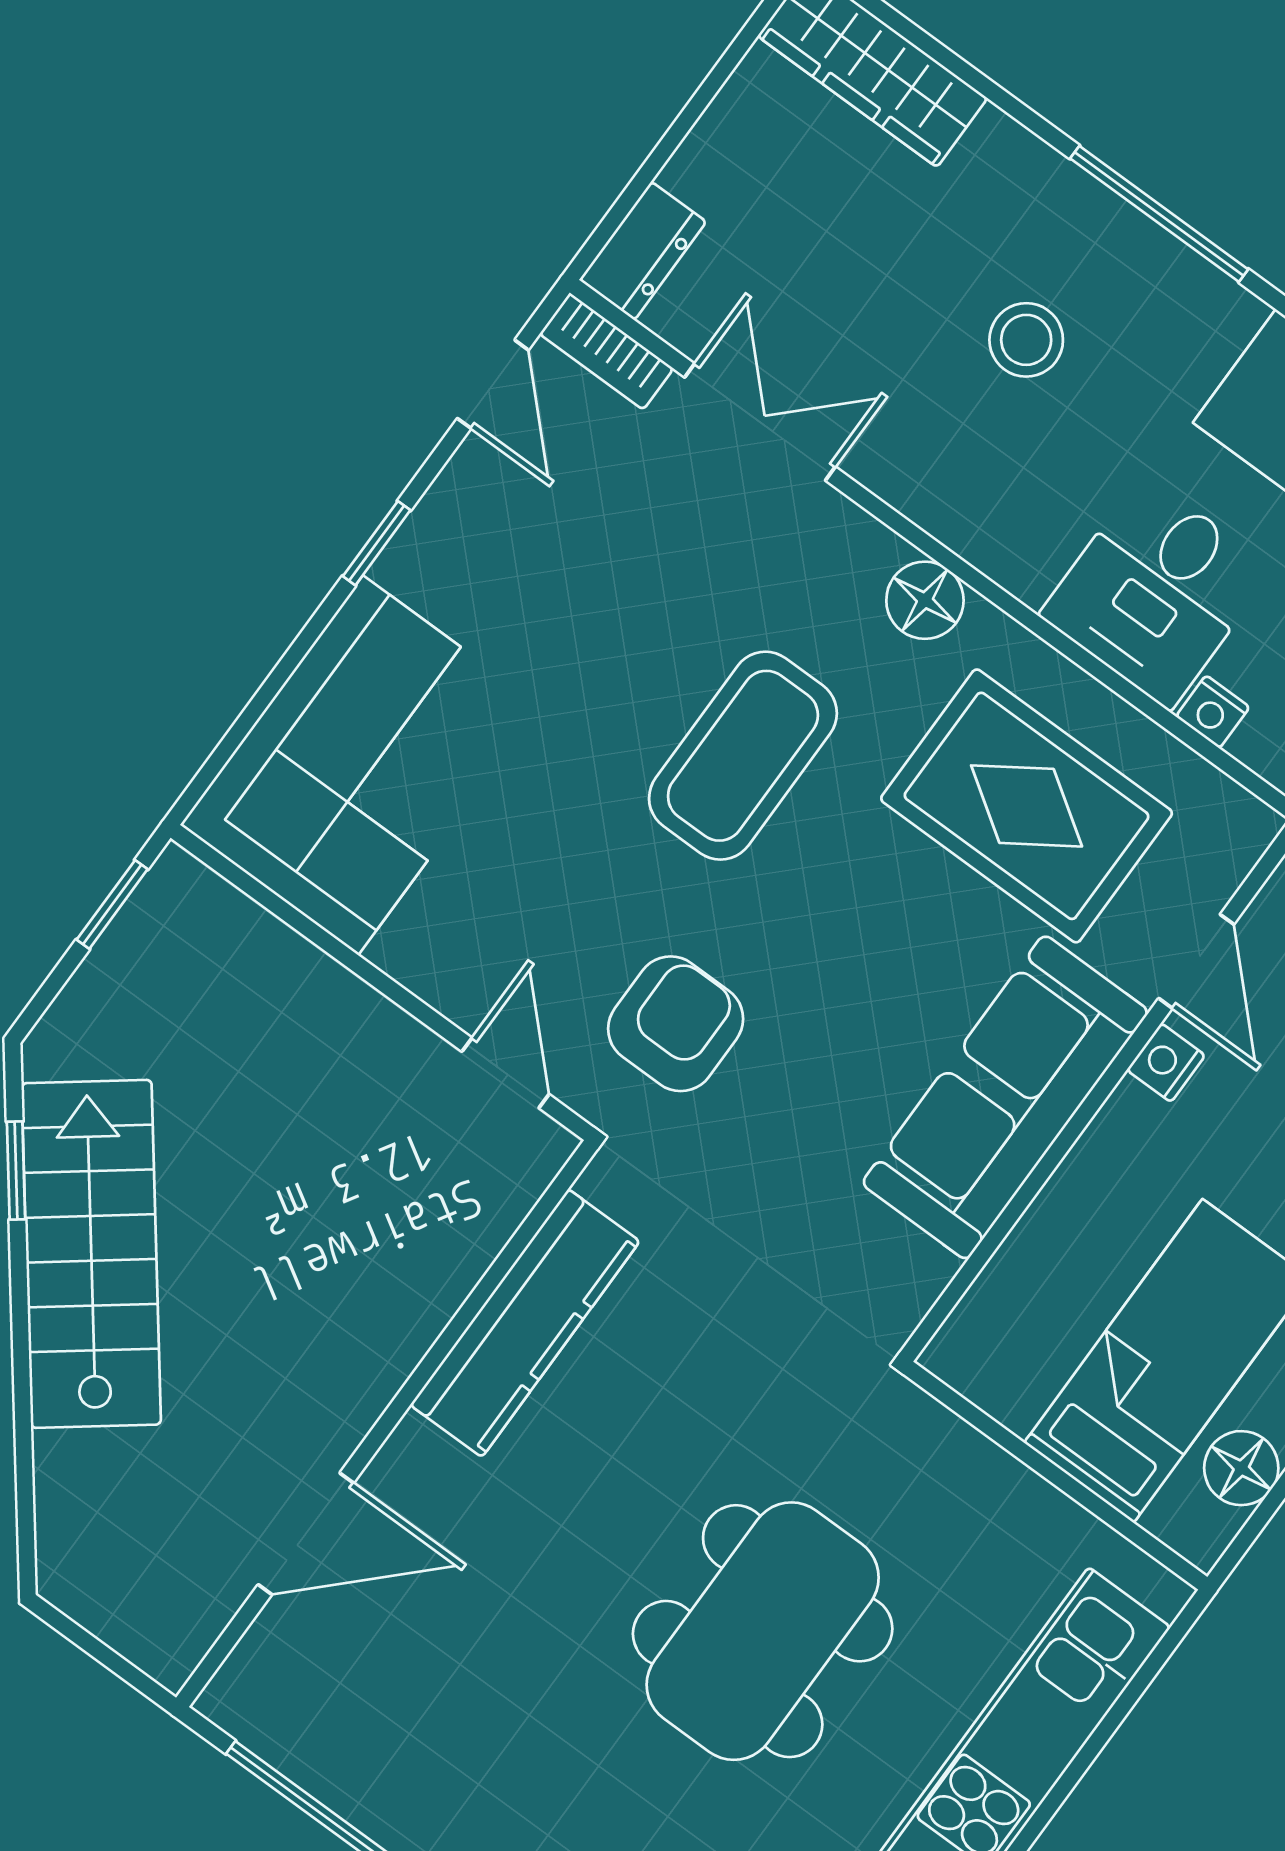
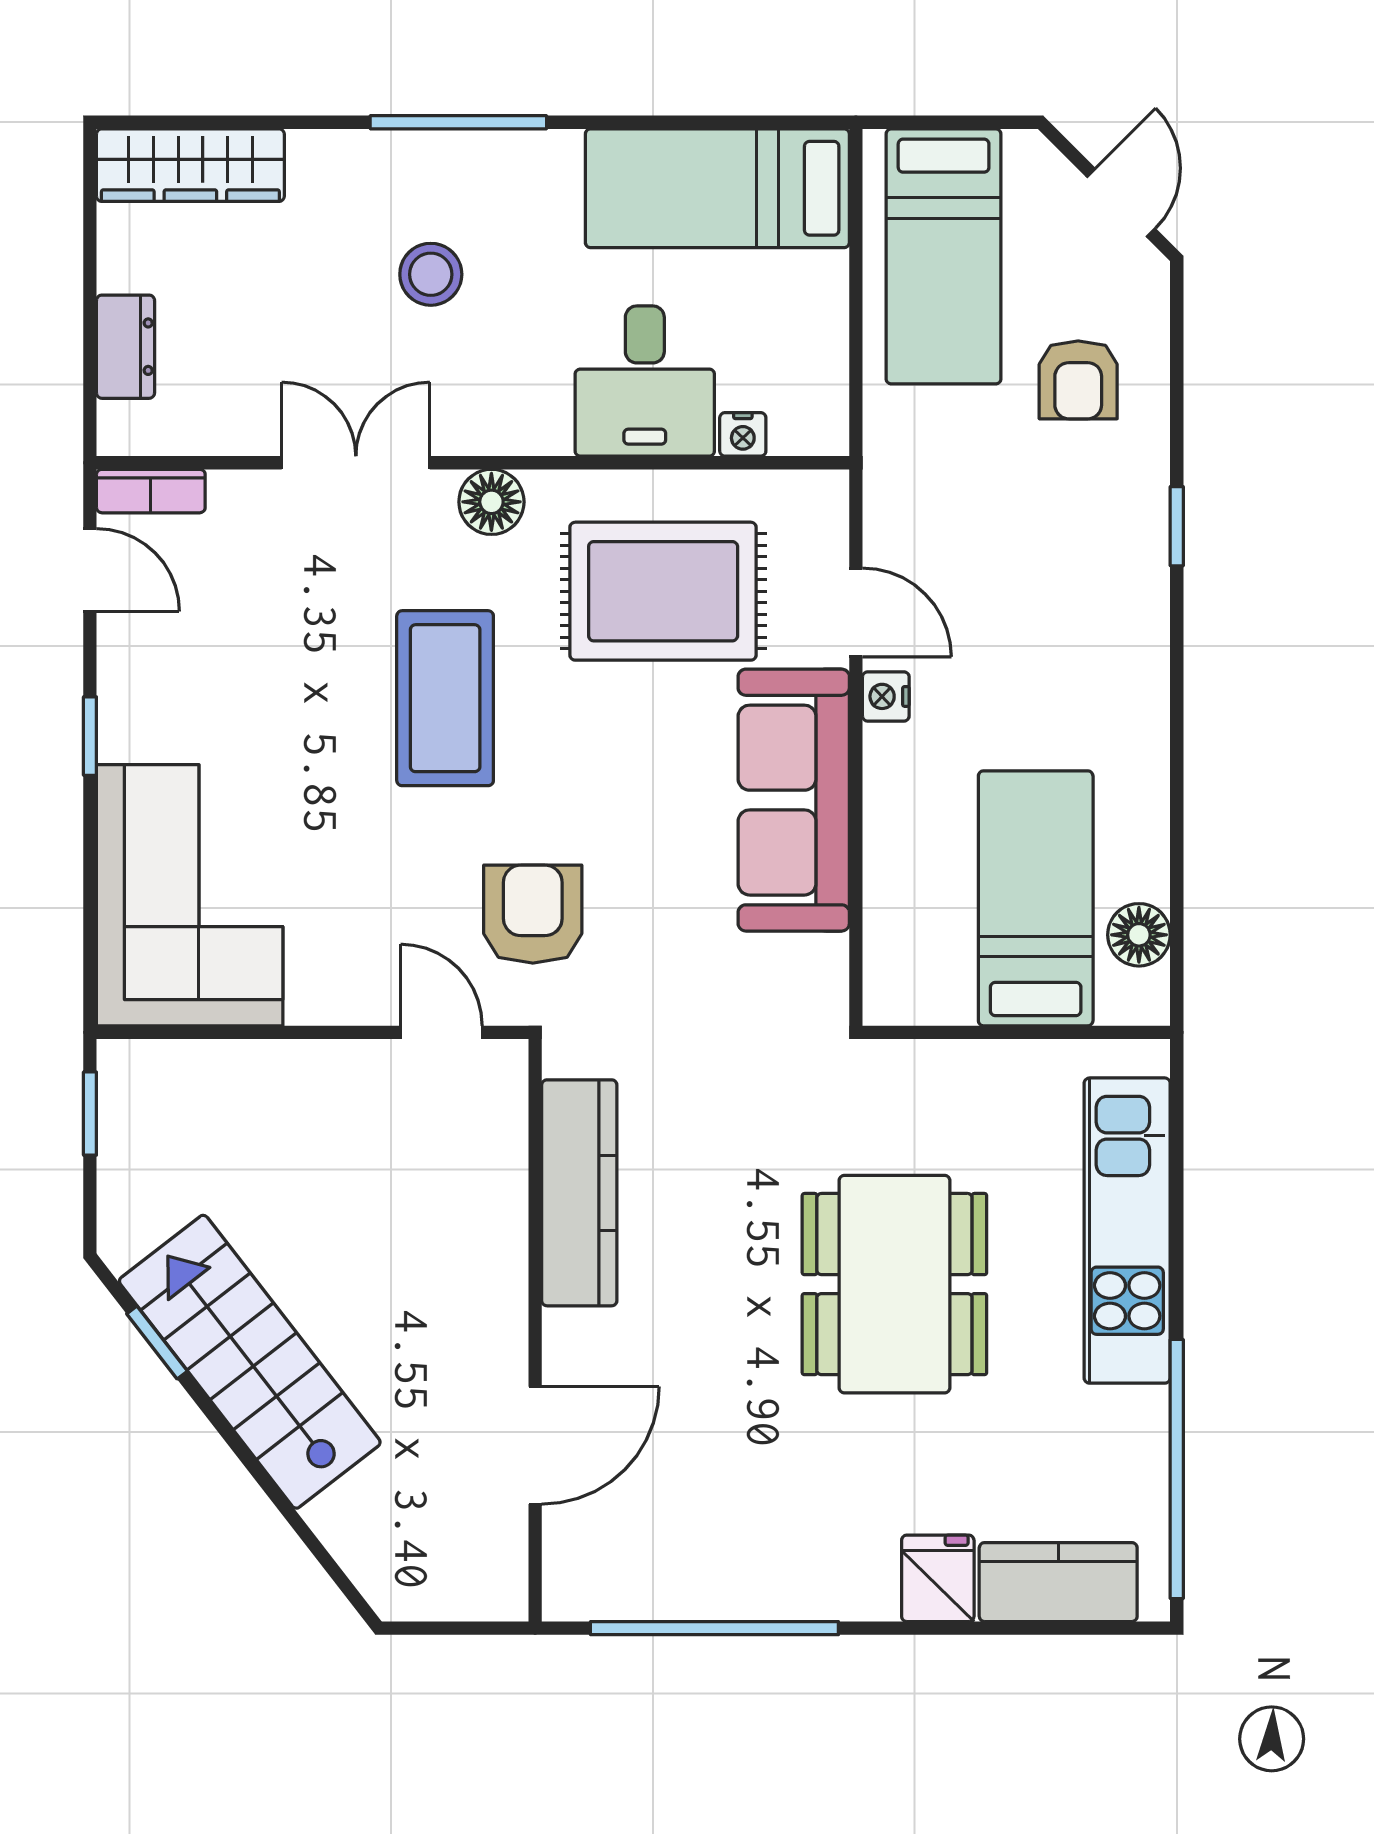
dresser: (643, 251) -> (125, 347), moved
double door: (760, 422) -> (356, 463), moved

